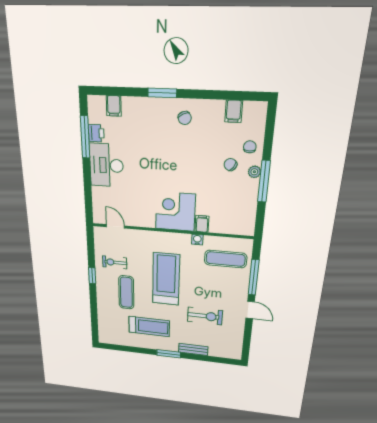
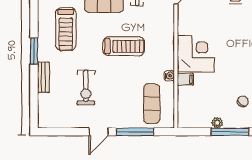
plant: (254, 172) -> (217, 123), moved
treadmill: (166, 279) -> (124, 46), width x0.73, depth x0.73

